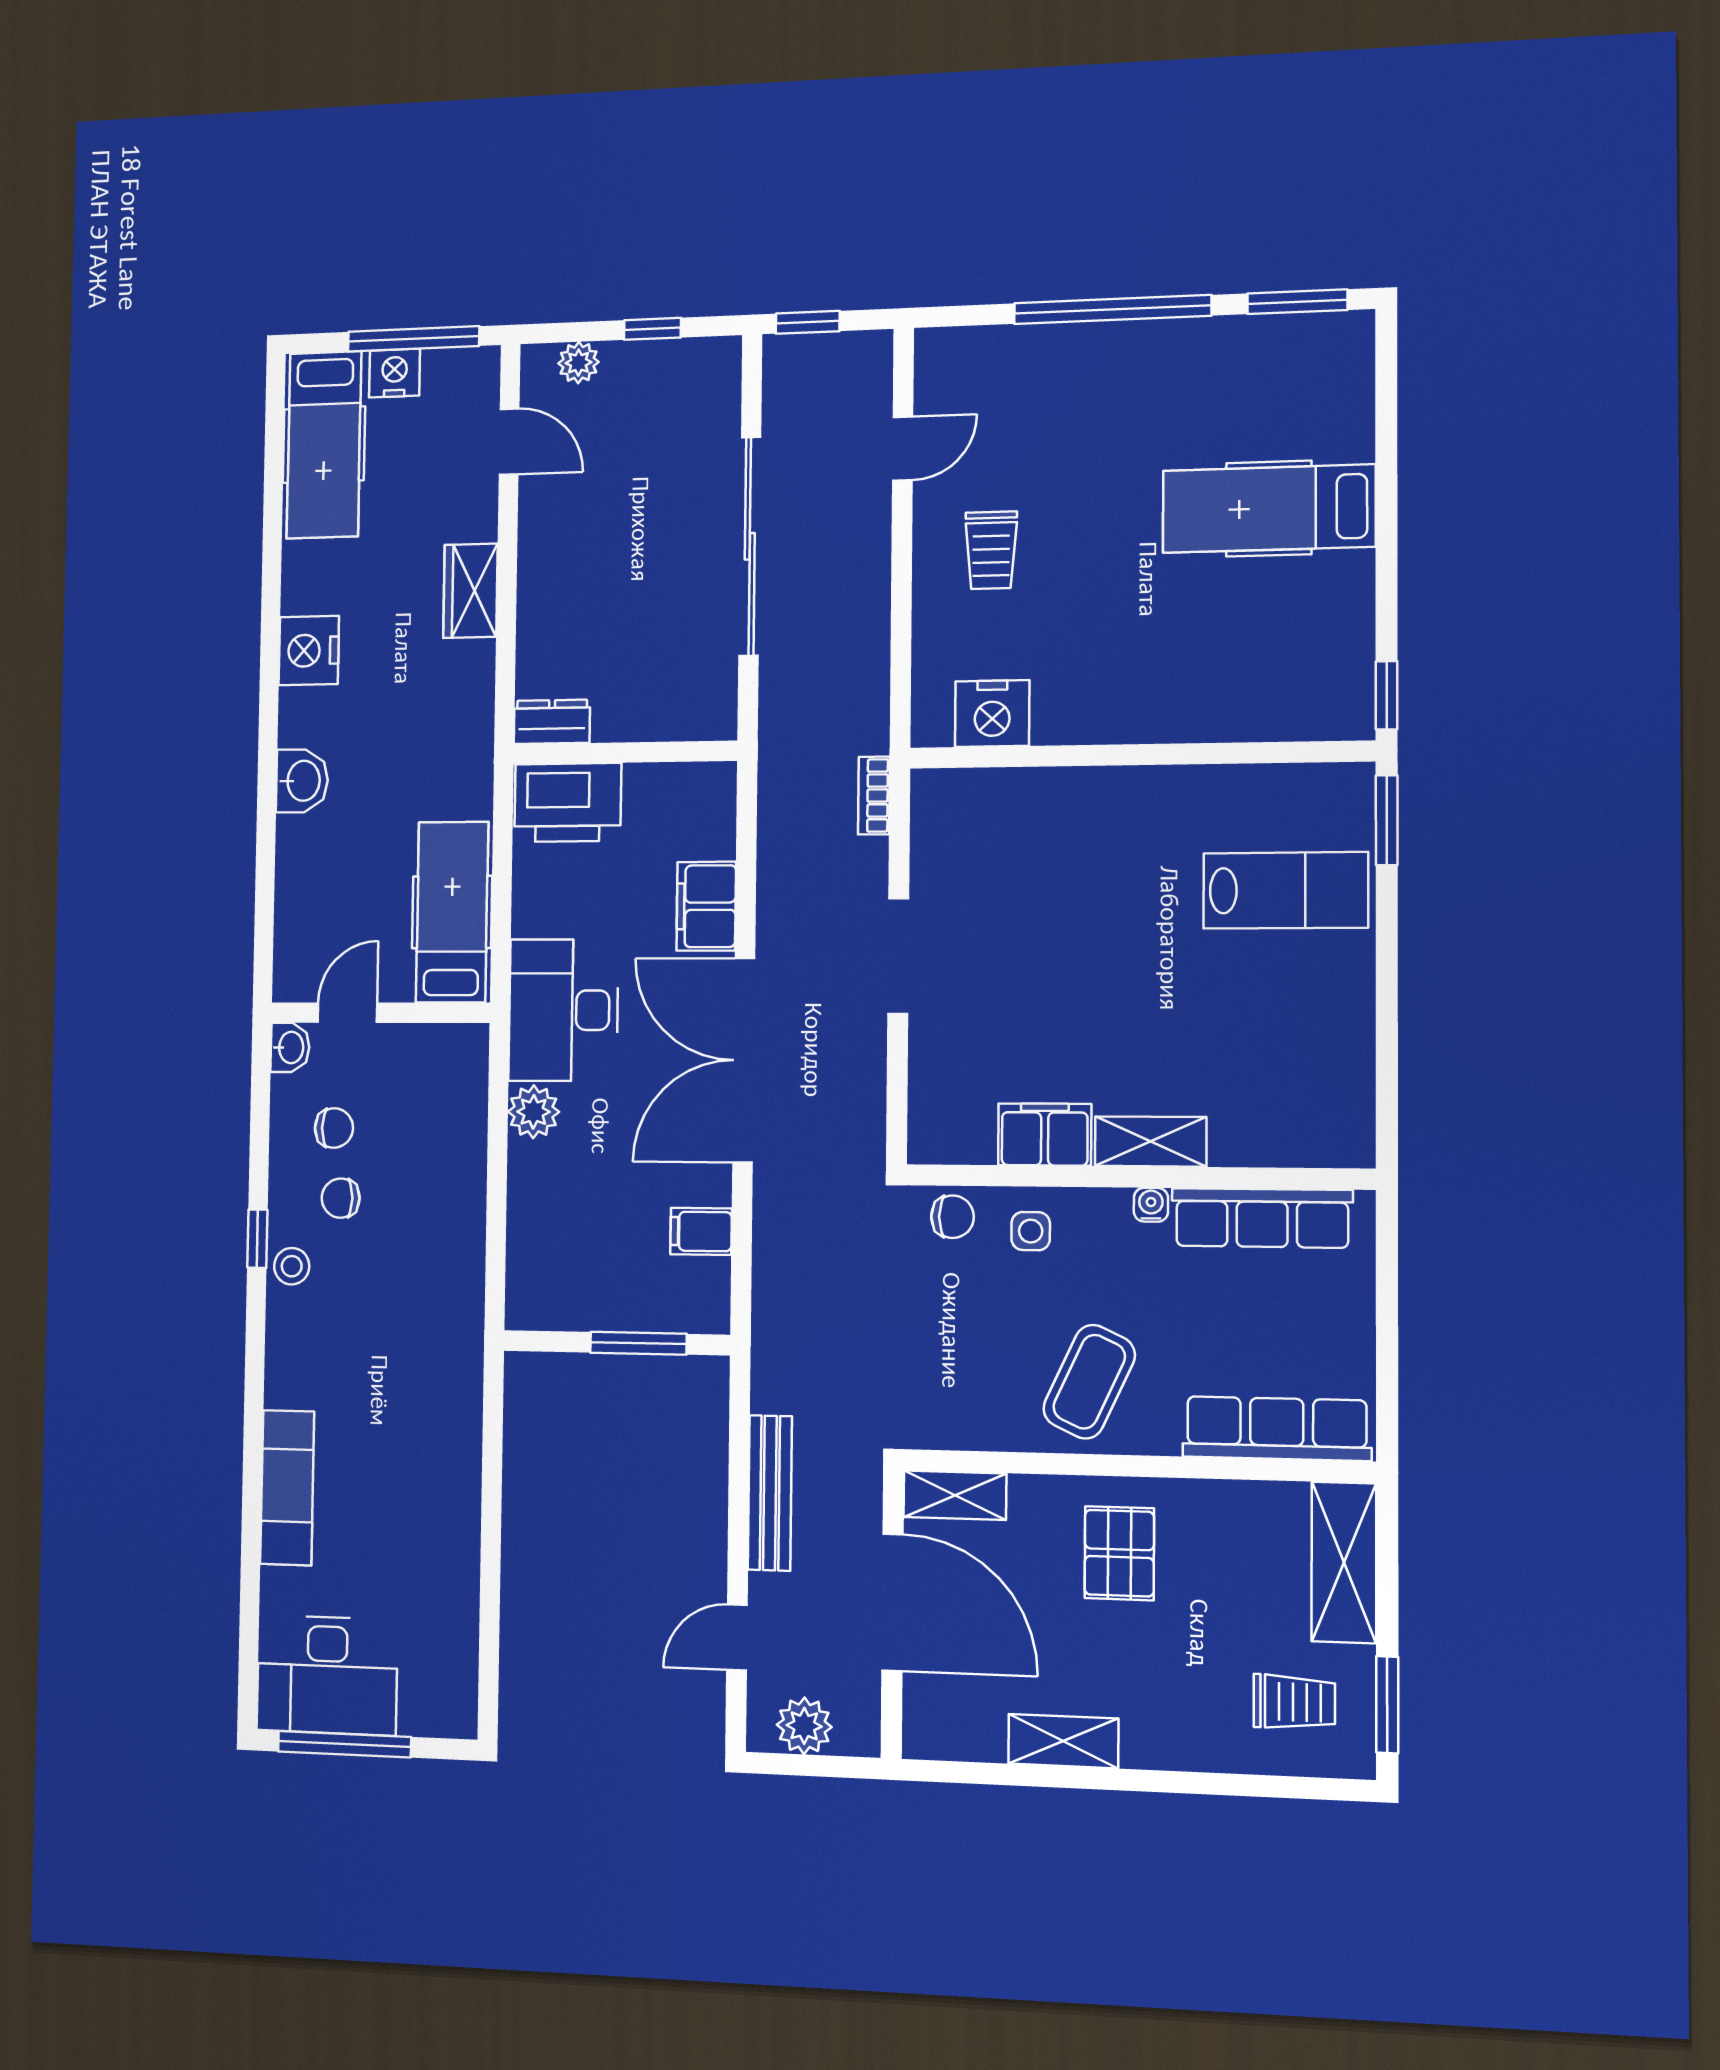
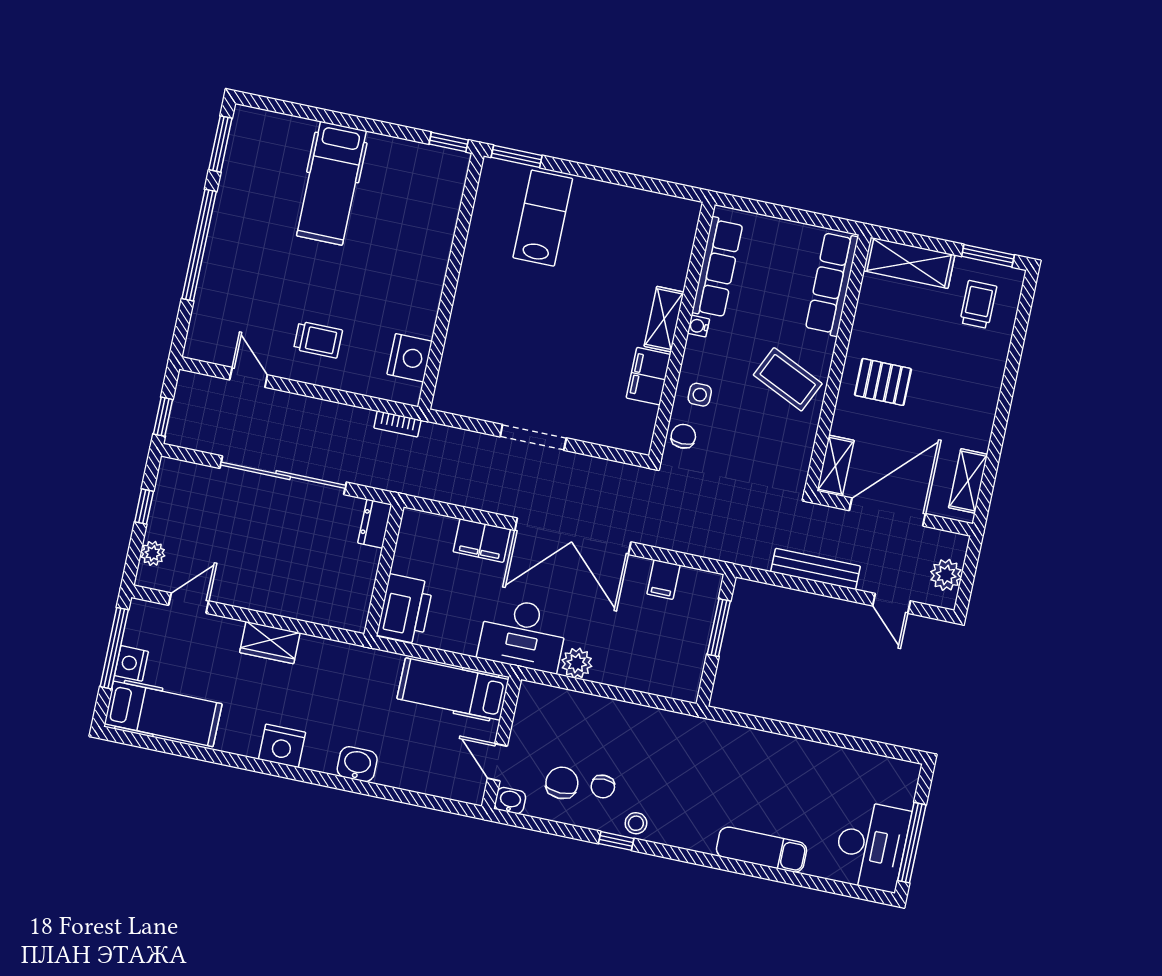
dresser: (552, 722) -> (375, 524), moved
bookcase: (874, 796) -> (397, 424), moved
chair: (334, 1128) -> (562, 783), width x1.37, depth x1.37
shelving: (1063, 1741) -> (968, 481), moved

